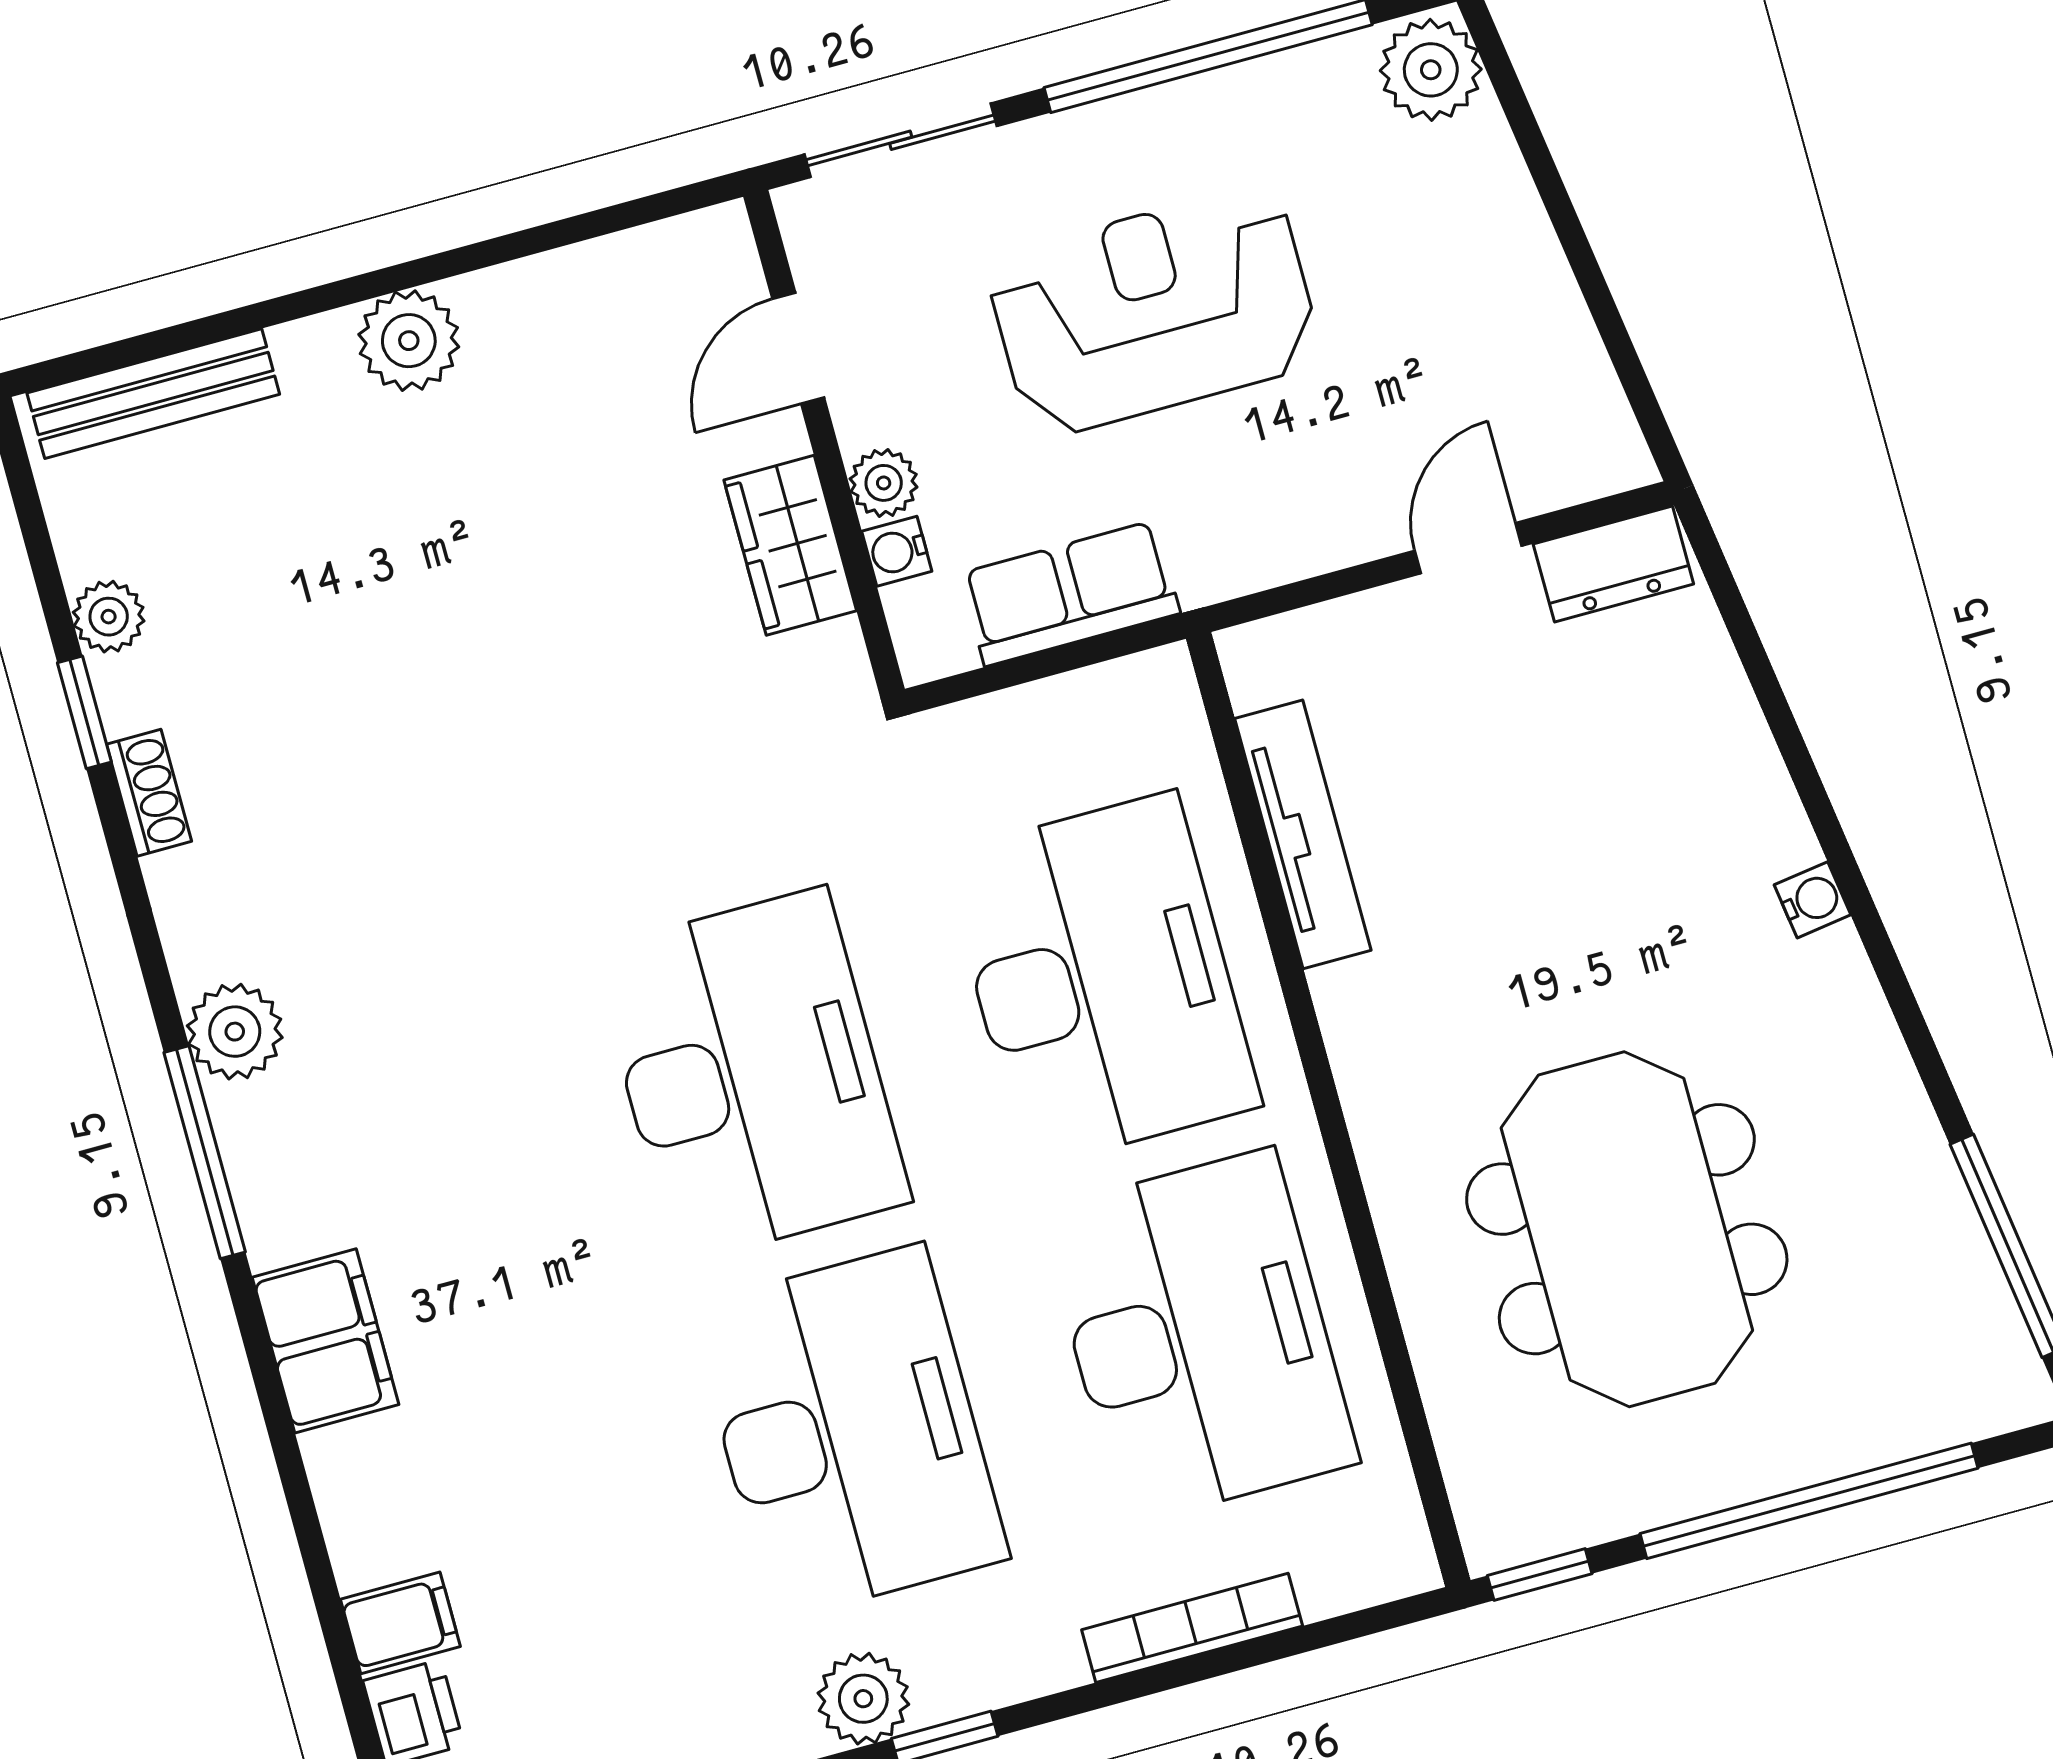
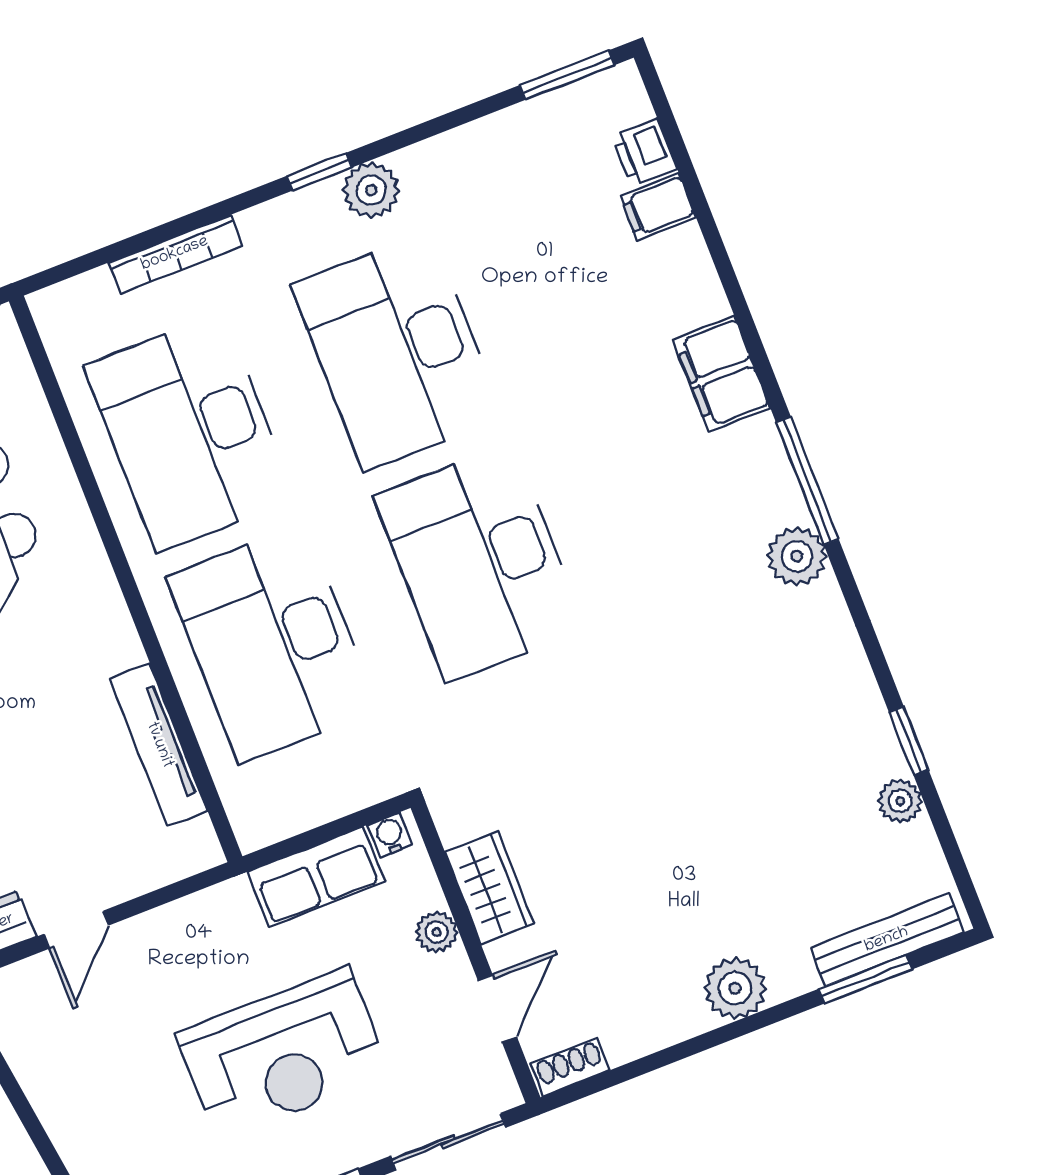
window: (196, 333) -> (865, 979), added
water cooler: (897, 551) -> (390, 835), moved, turned -90
shoe rack: (149, 793) -> (570, 1067), moved, turned 90

